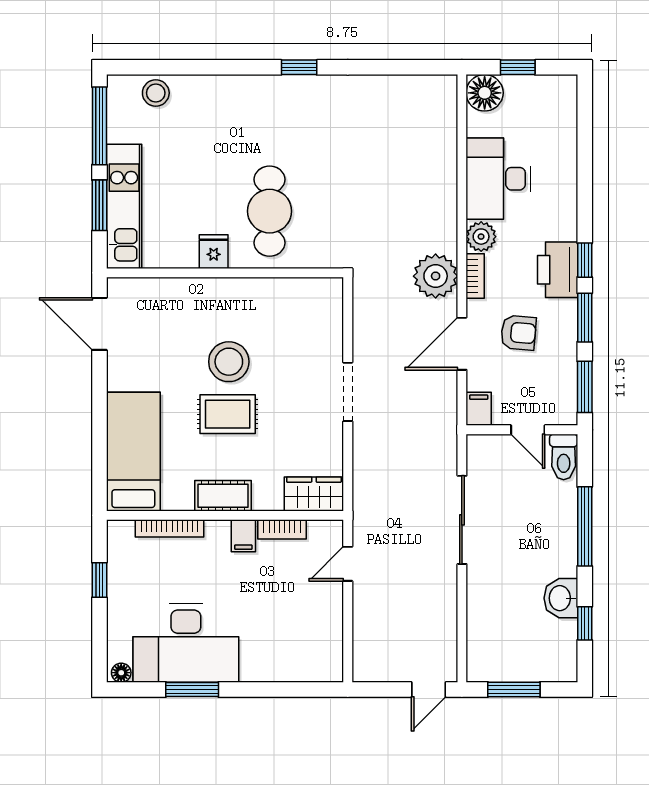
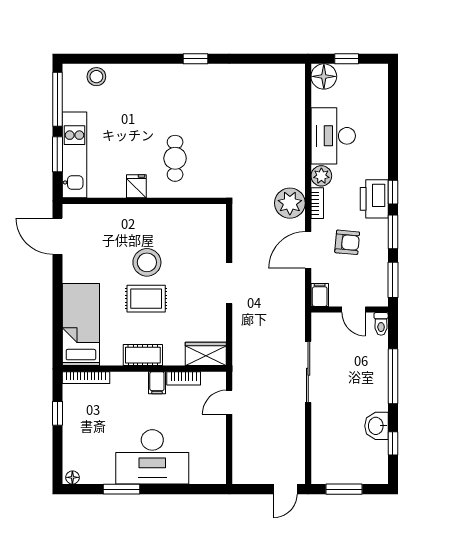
cafe table: (270, 211) -> (175, 158), width x0.73, depth x0.74
toilet: (564, 457) -> (381, 324), width x0.73, depth x0.72
bookcase: (169, 528) -> (86, 378), moved
desk: (186, 643) -> (152, 457), moved

